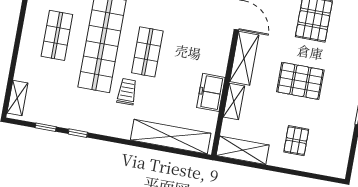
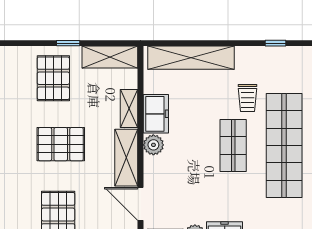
plant: (218, 65) -> (153, 145), added
window: (78, 133) -> (276, 43), moved
pallet: (296, 141) -> (53, 78), width x1.50, depth x1.42
window: (277, 169) -> (68, 43), added

